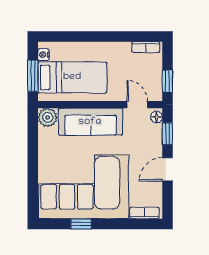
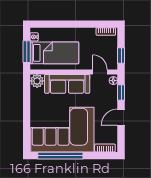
window: (81, 224) -> (60, 156), width x3.17

